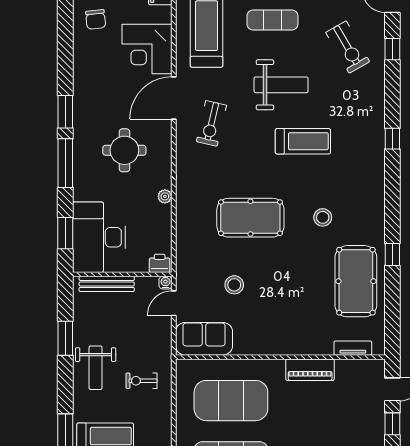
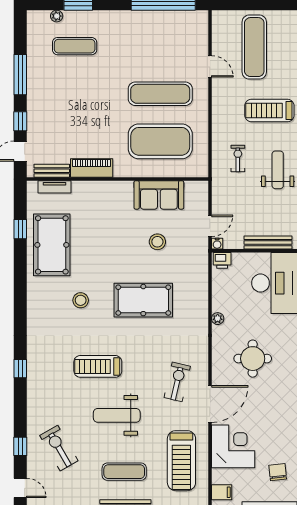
window: (392, 254) -> (20, 229), moved
sofa: (204, 339) -> (159, 195), moved
bench: (356, 367) -> (52, 171), added
exercise bike: (141, 381) -> (238, 159), turned -90

